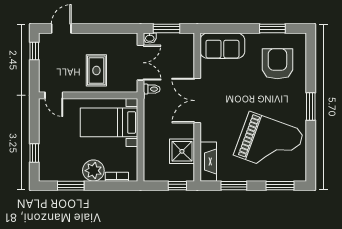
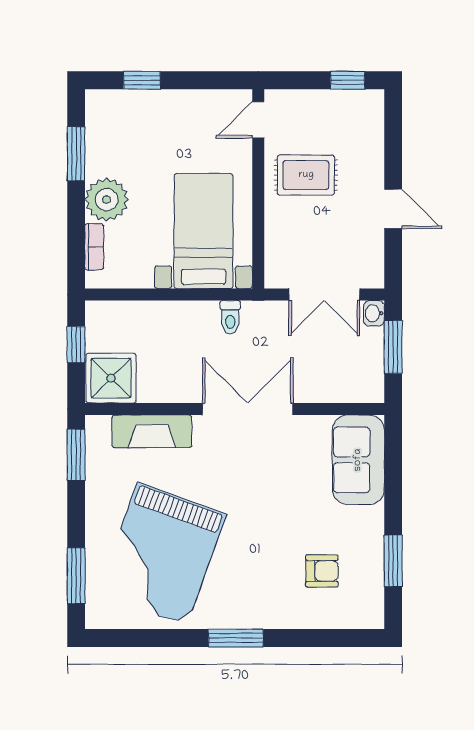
door: (61, 28) -> (393, 209), moved
armchair: (277, 64) -> (322, 571), width x0.53, depth x0.53
rug: (96, 70) -> (306, 175), moved
toilet: (152, 89) -> (230, 317), moved
shower: (182, 151) -> (111, 378), moved
fireplace: (208, 162) -> (152, 431), moved
window: (177, 186) -> (76, 344), moved
window: (234, 186) -> (76, 455), moved

